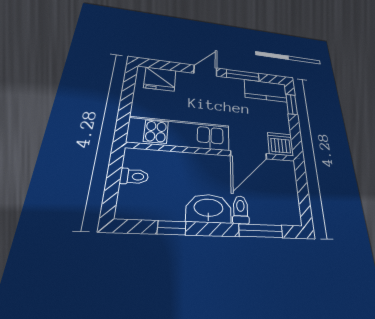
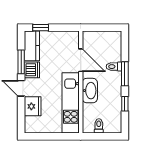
fridge: (160, 79) -> (33, 106), moved
dishwasher: (280, 144) -> (32, 70), moved, turned 180
washbasin: (209, 208) -> (90, 91), moved, turned 180
window: (261, 231) -> (125, 74), moved

